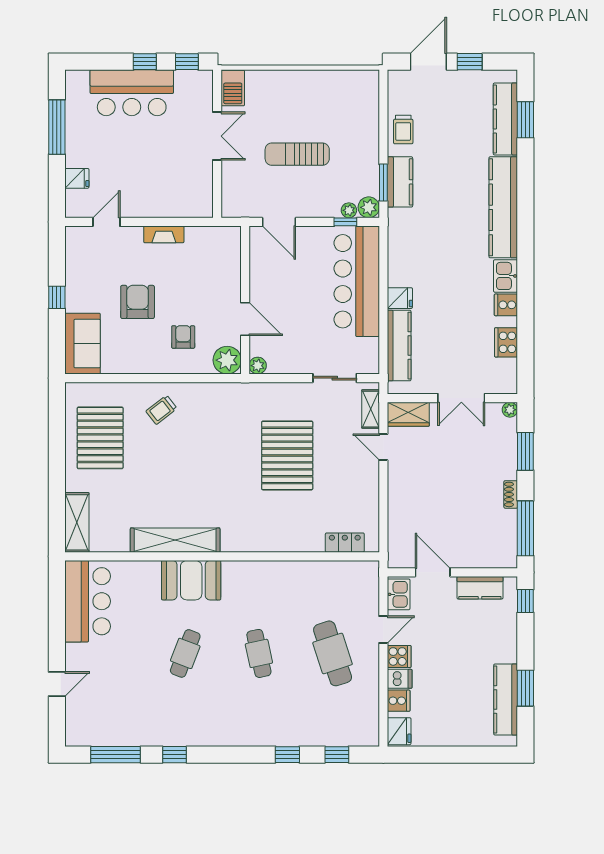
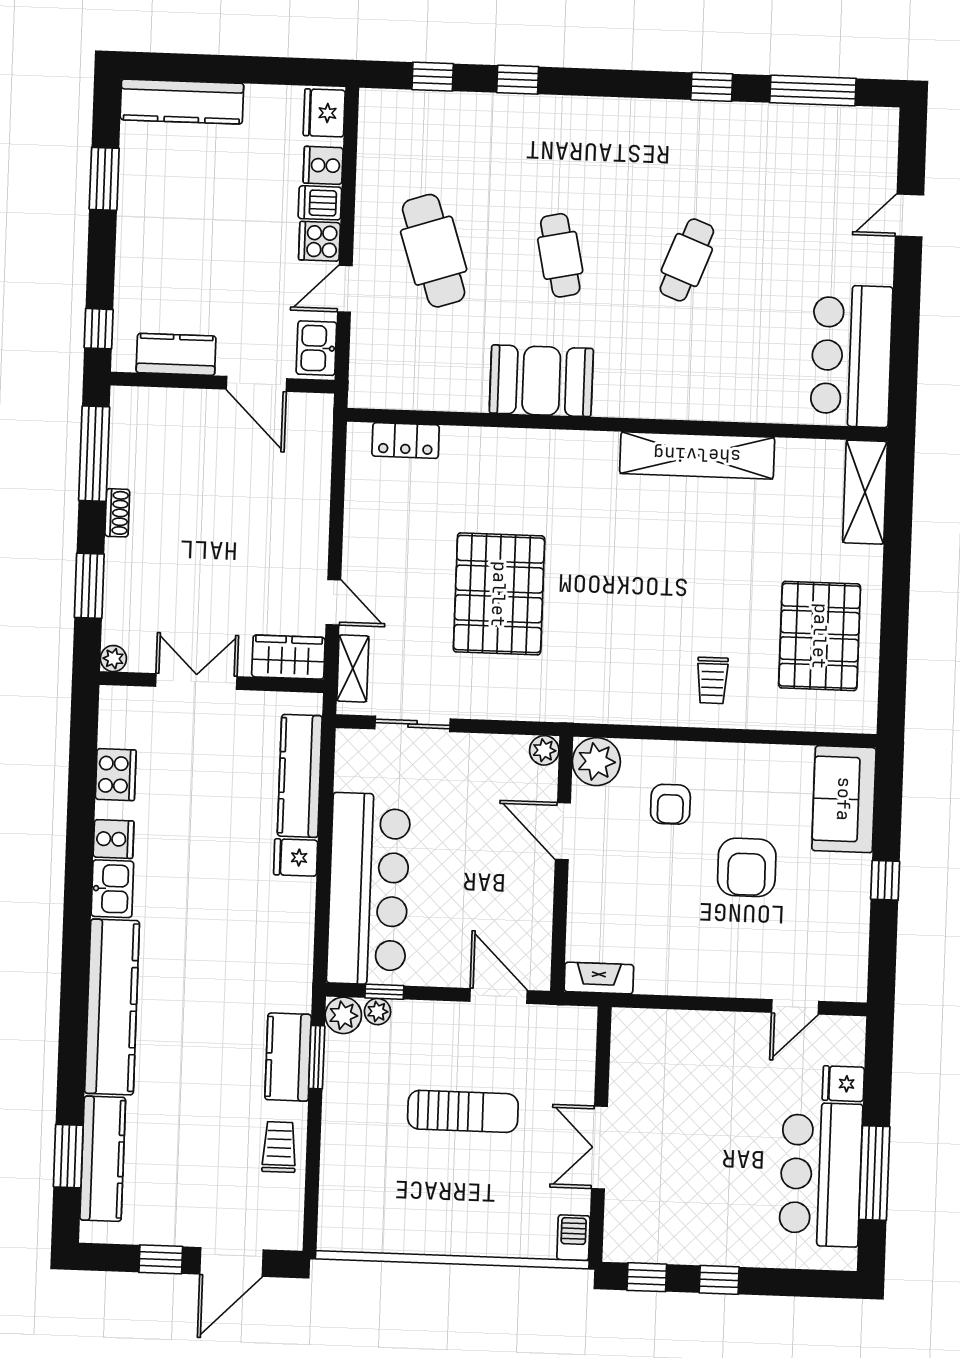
barbecue: (233, 88) -> (573, 1238), width x0.73, depth x0.79
bar counter: (132, 93) -> (821, 1174), moved, turned -90
fireplace: (164, 234) -> (599, 978), moved
trolley: (161, 410) -> (712, 680), turned 128
booth: (191, 580) -> (541, 381), moved
kitchen counter: (506, 700) -> (182, 102), moved, turned 90

